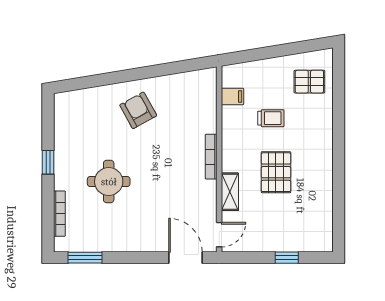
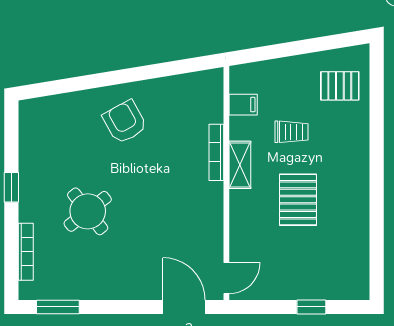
bookcase: (211, 157) -> (216, 152), moved
round table: (109, 182) -> (88, 211), turned -38
shelving: (230, 192) -> (240, 165), moved

